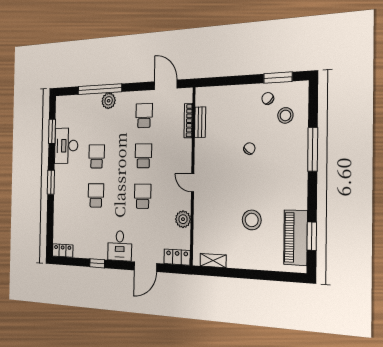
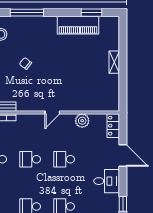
stool: (252, 220) -> (81, 61), removed
piano: (295, 238) -> (78, 25), moved
shelving: (213, 261) -> (114, 62), moved

